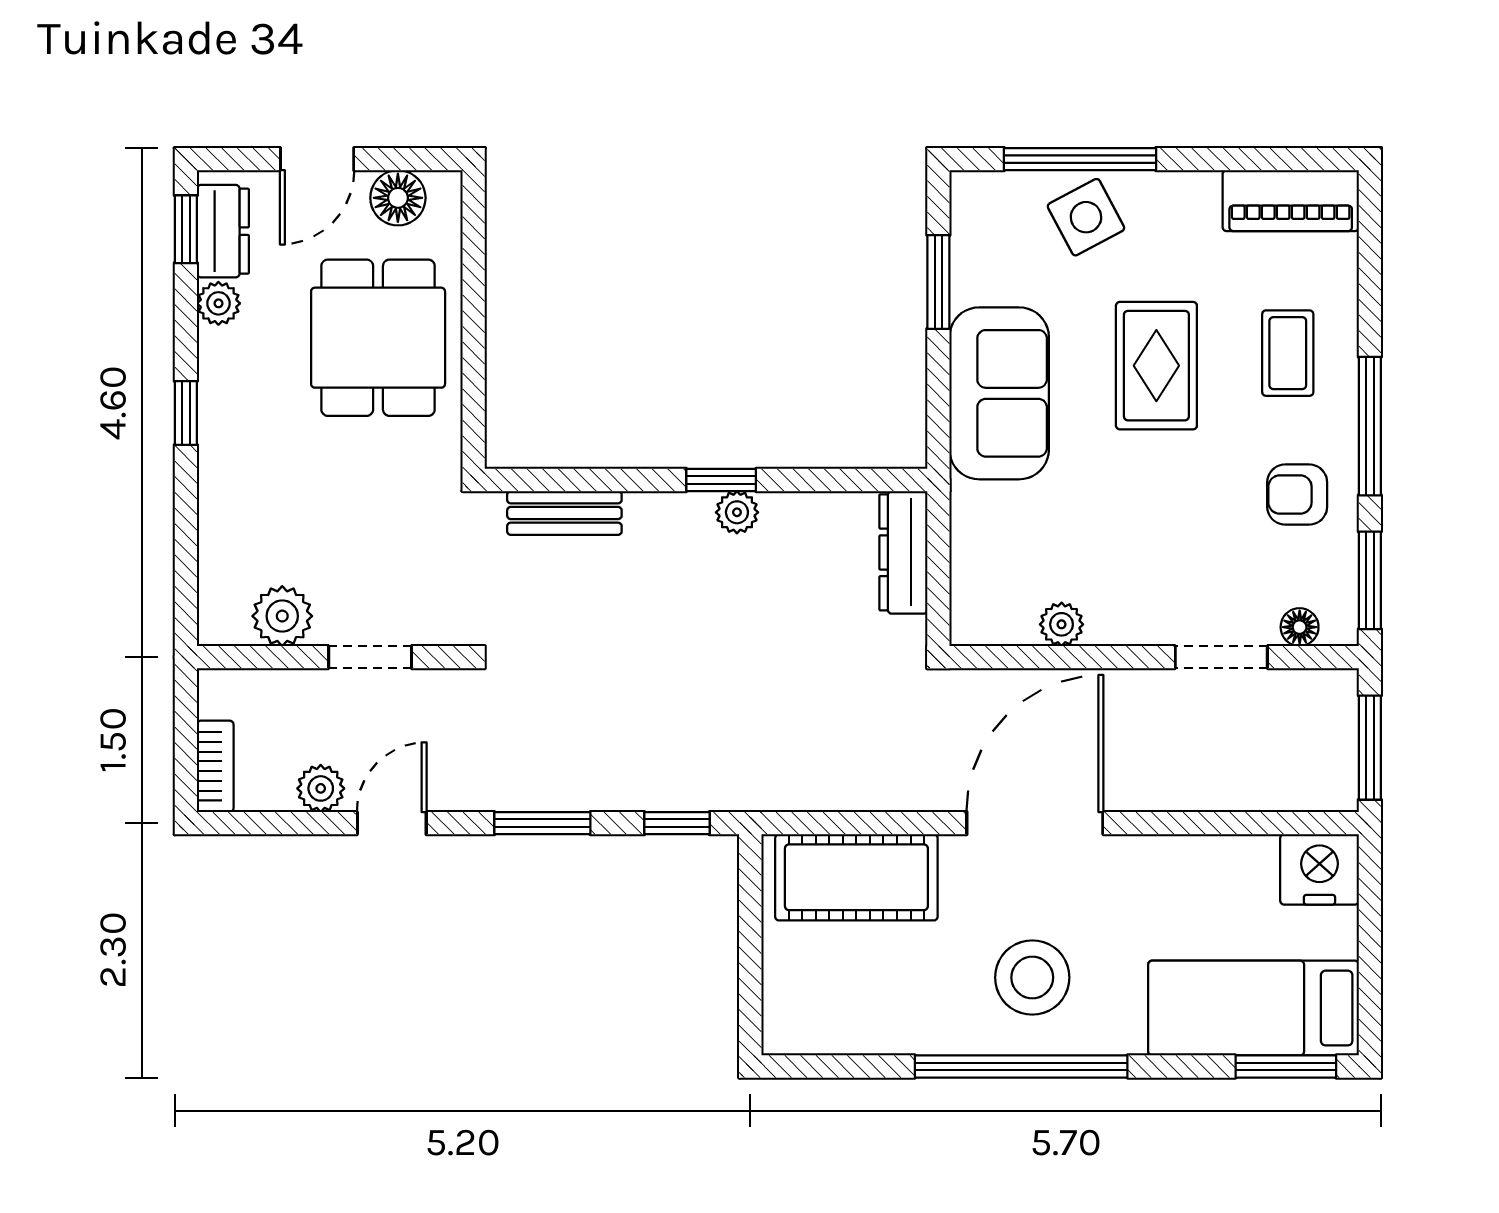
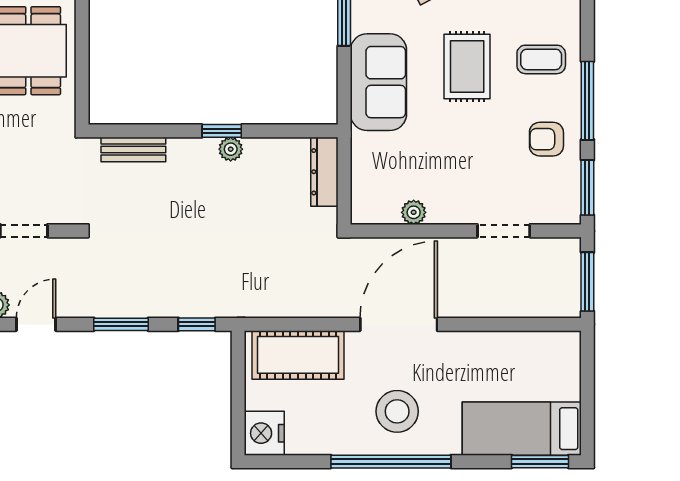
coffee table: (1288, 353) -> (541, 59), turned 90
floor lamp: (1300, 627) -> (548, 214), removed
nightstand: (1320, 869) -> (264, 433), moved, turned -90

